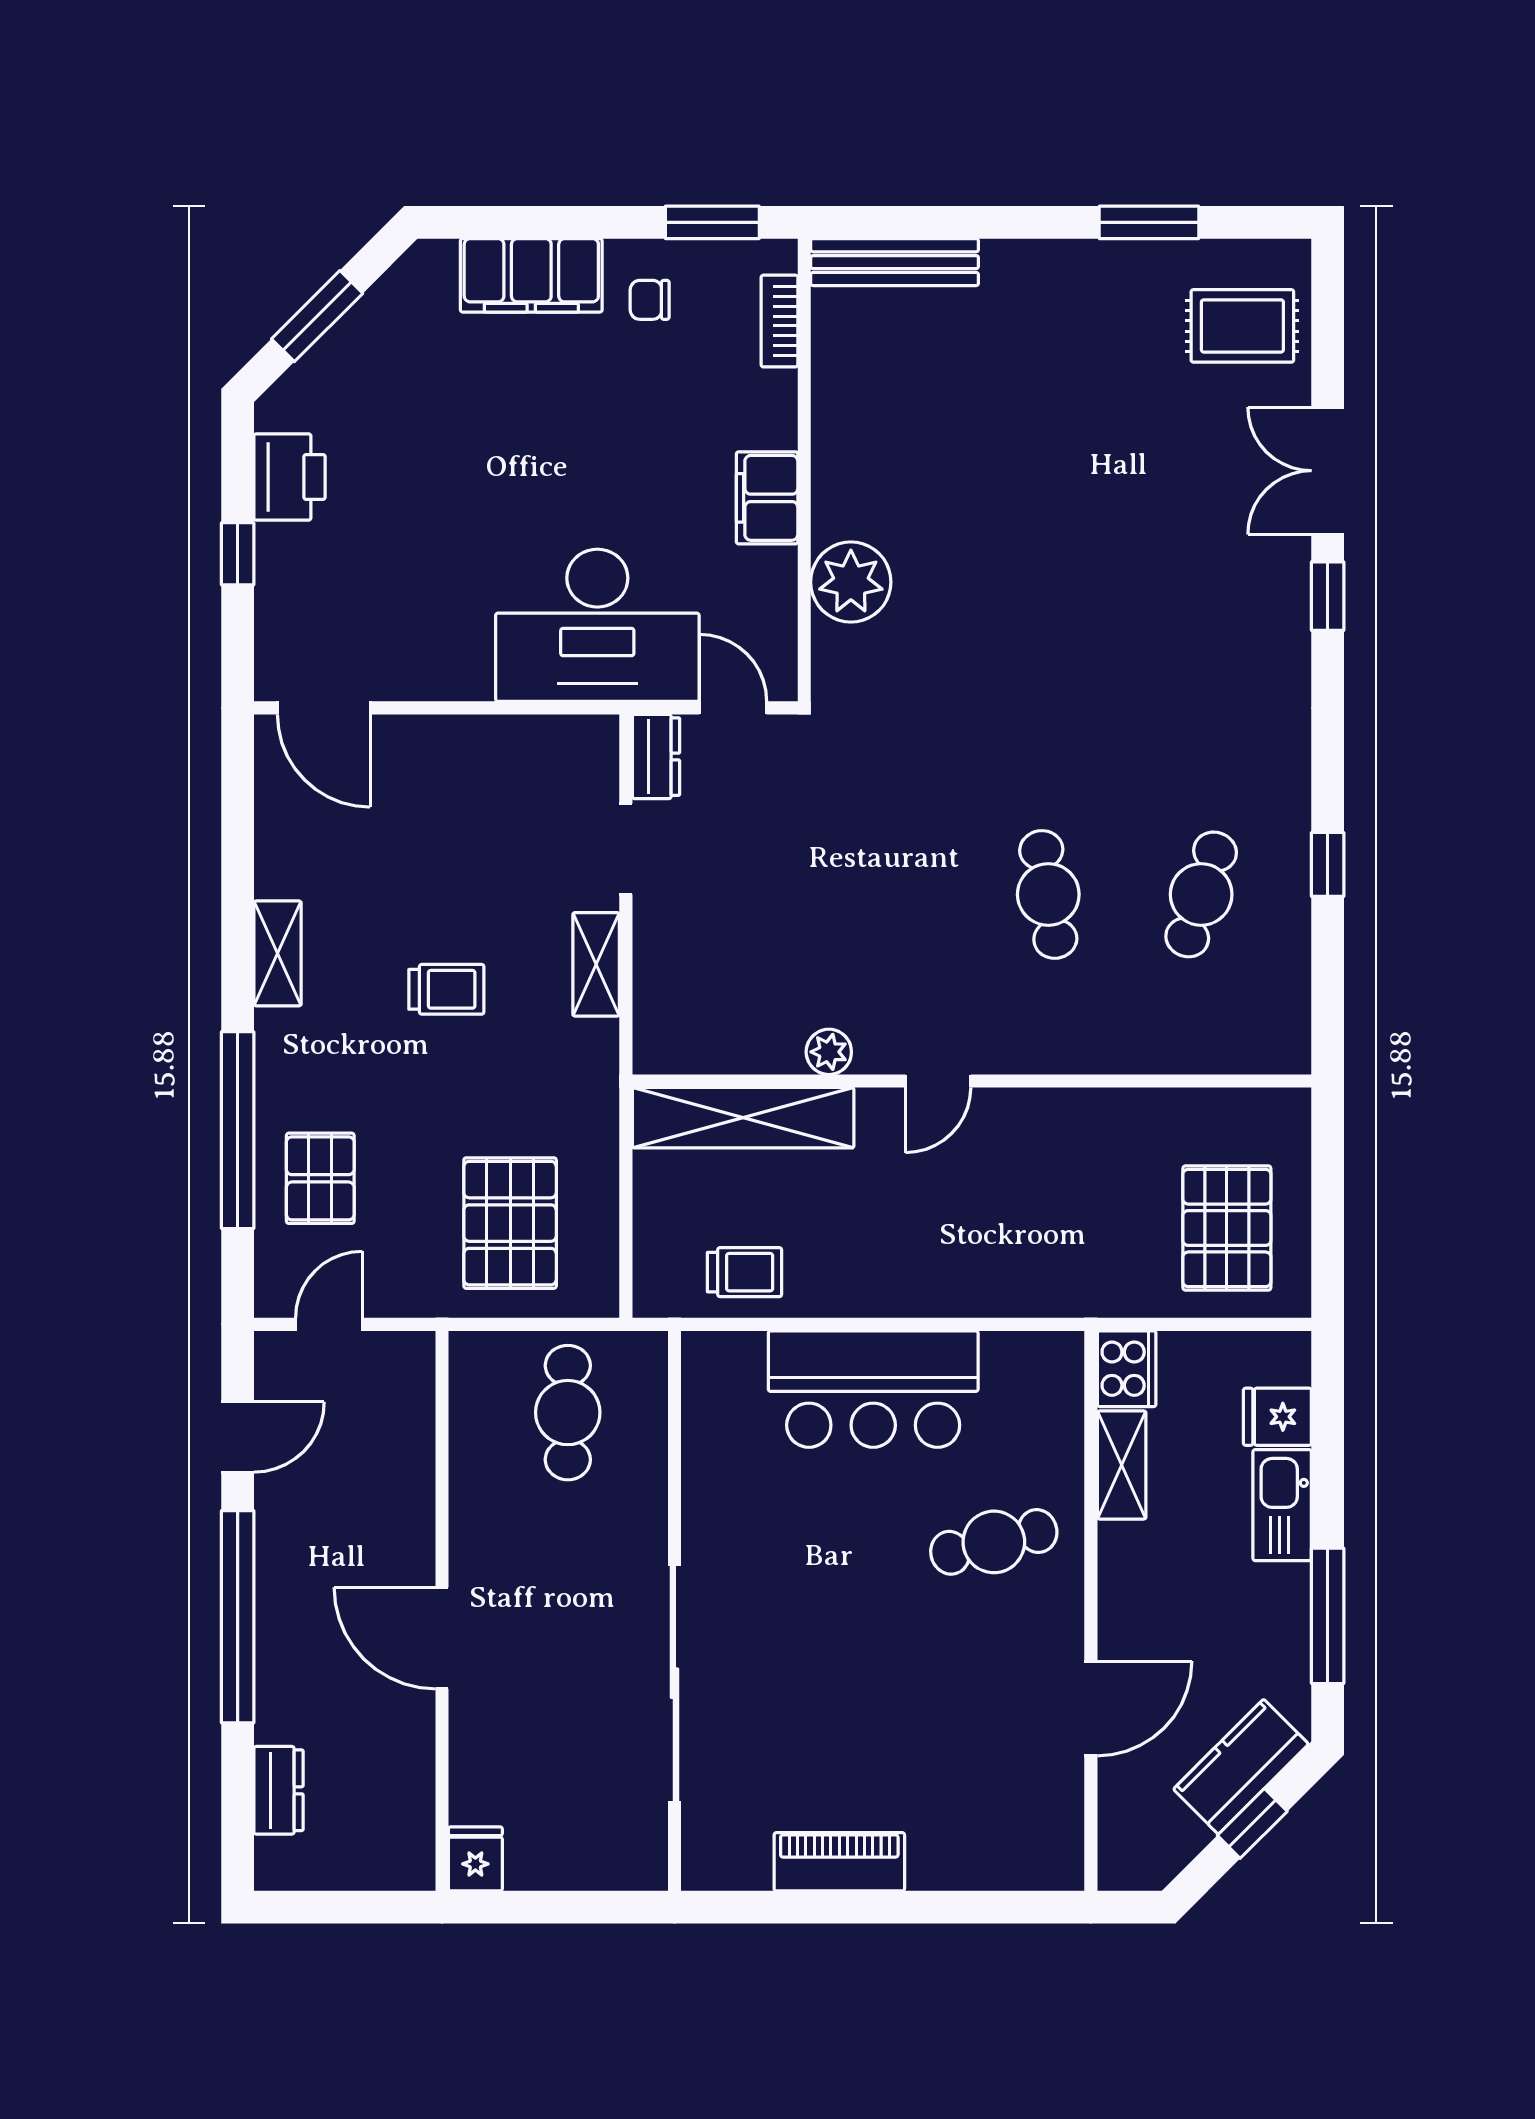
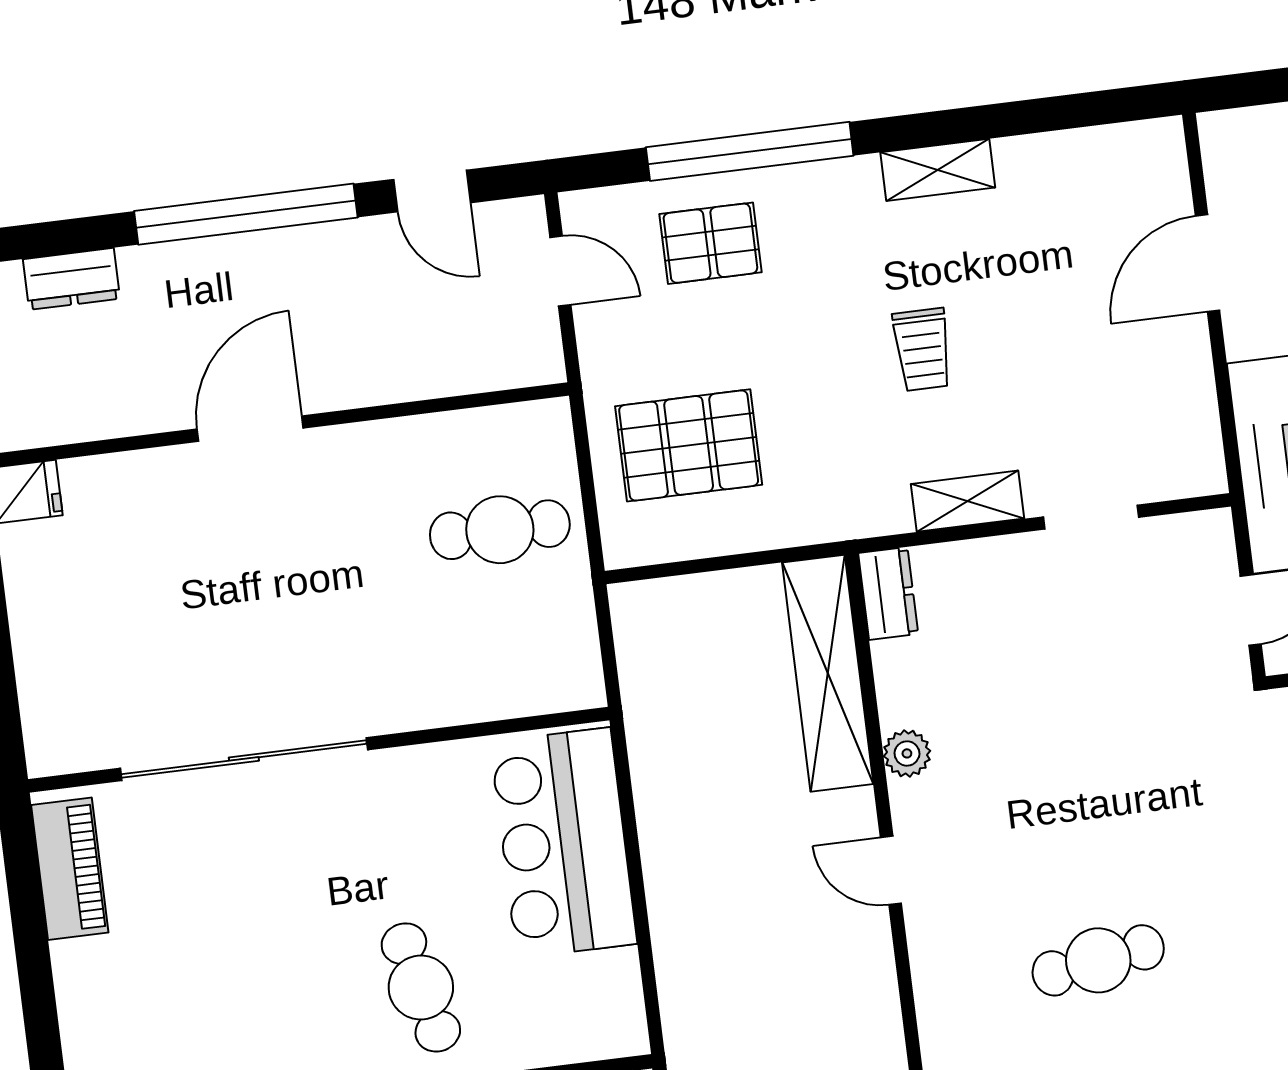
door: (324, 708) -> (1207, 263), moved
dresser: (656, 757) -> (888, 593), moved, turned -90
trolley: (744, 1272) -> (668, 694), removed
wall: (674, 1611) -> (319, 750), moved
sliding door: (674, 1683) -> (244, 759), moved

